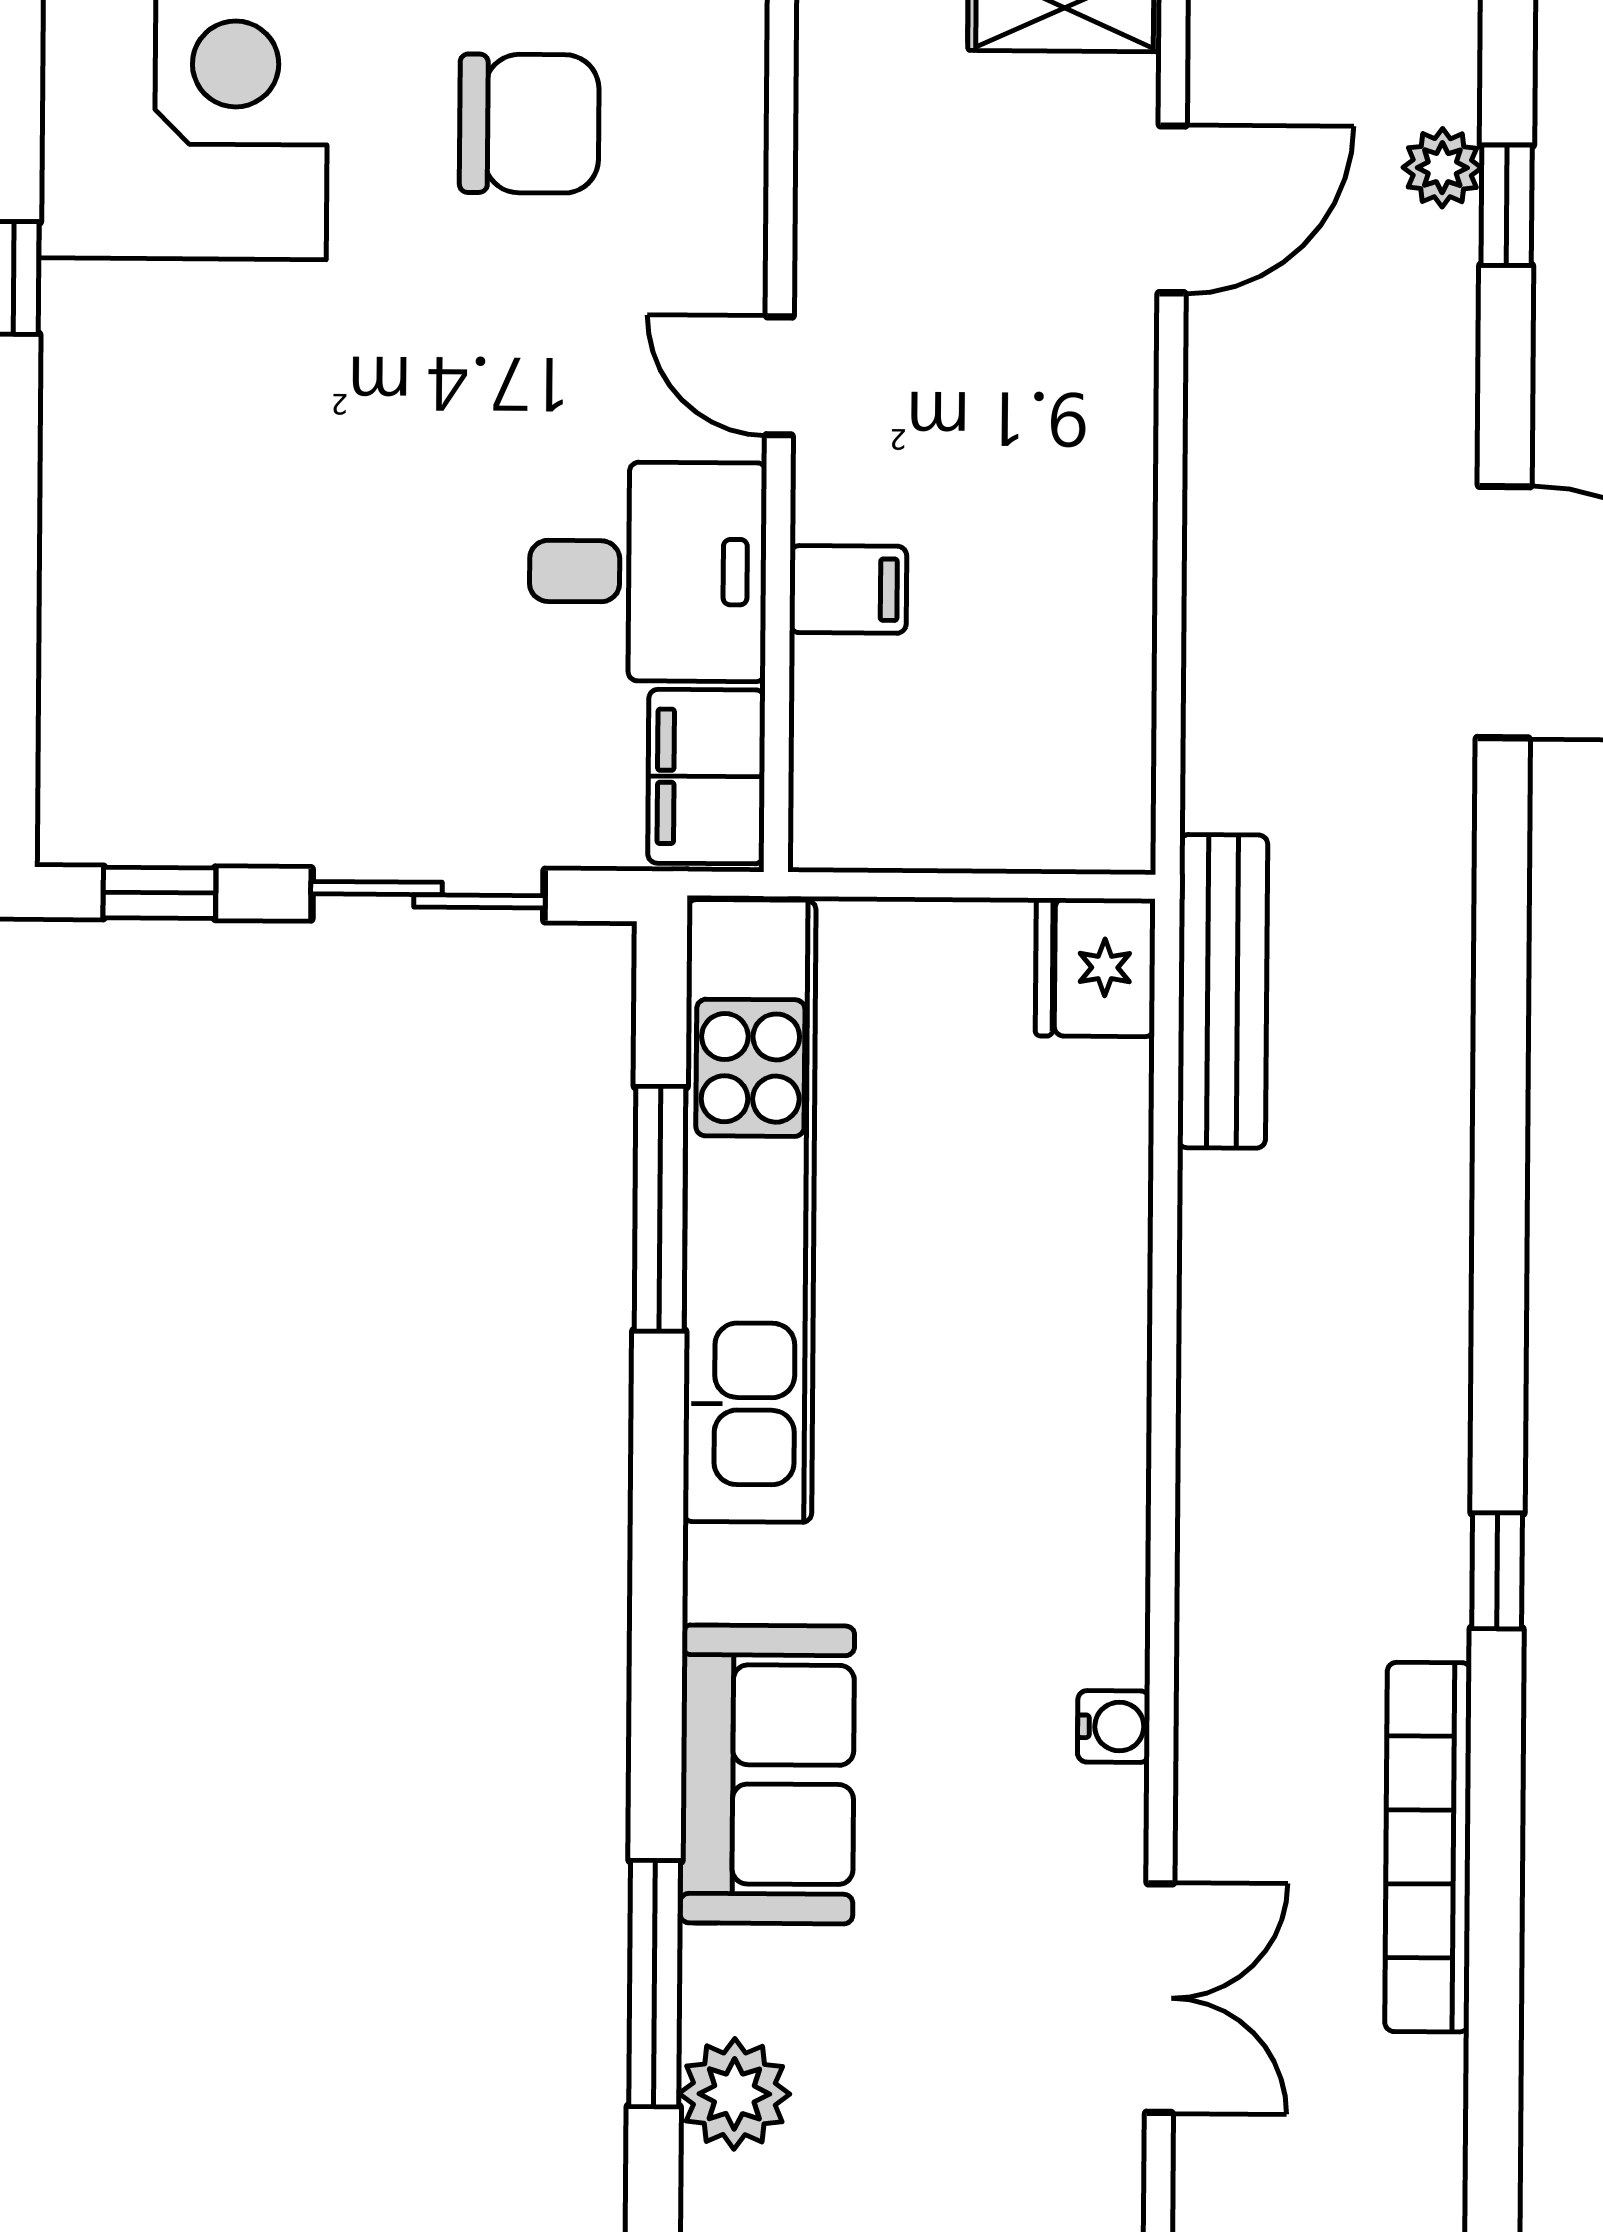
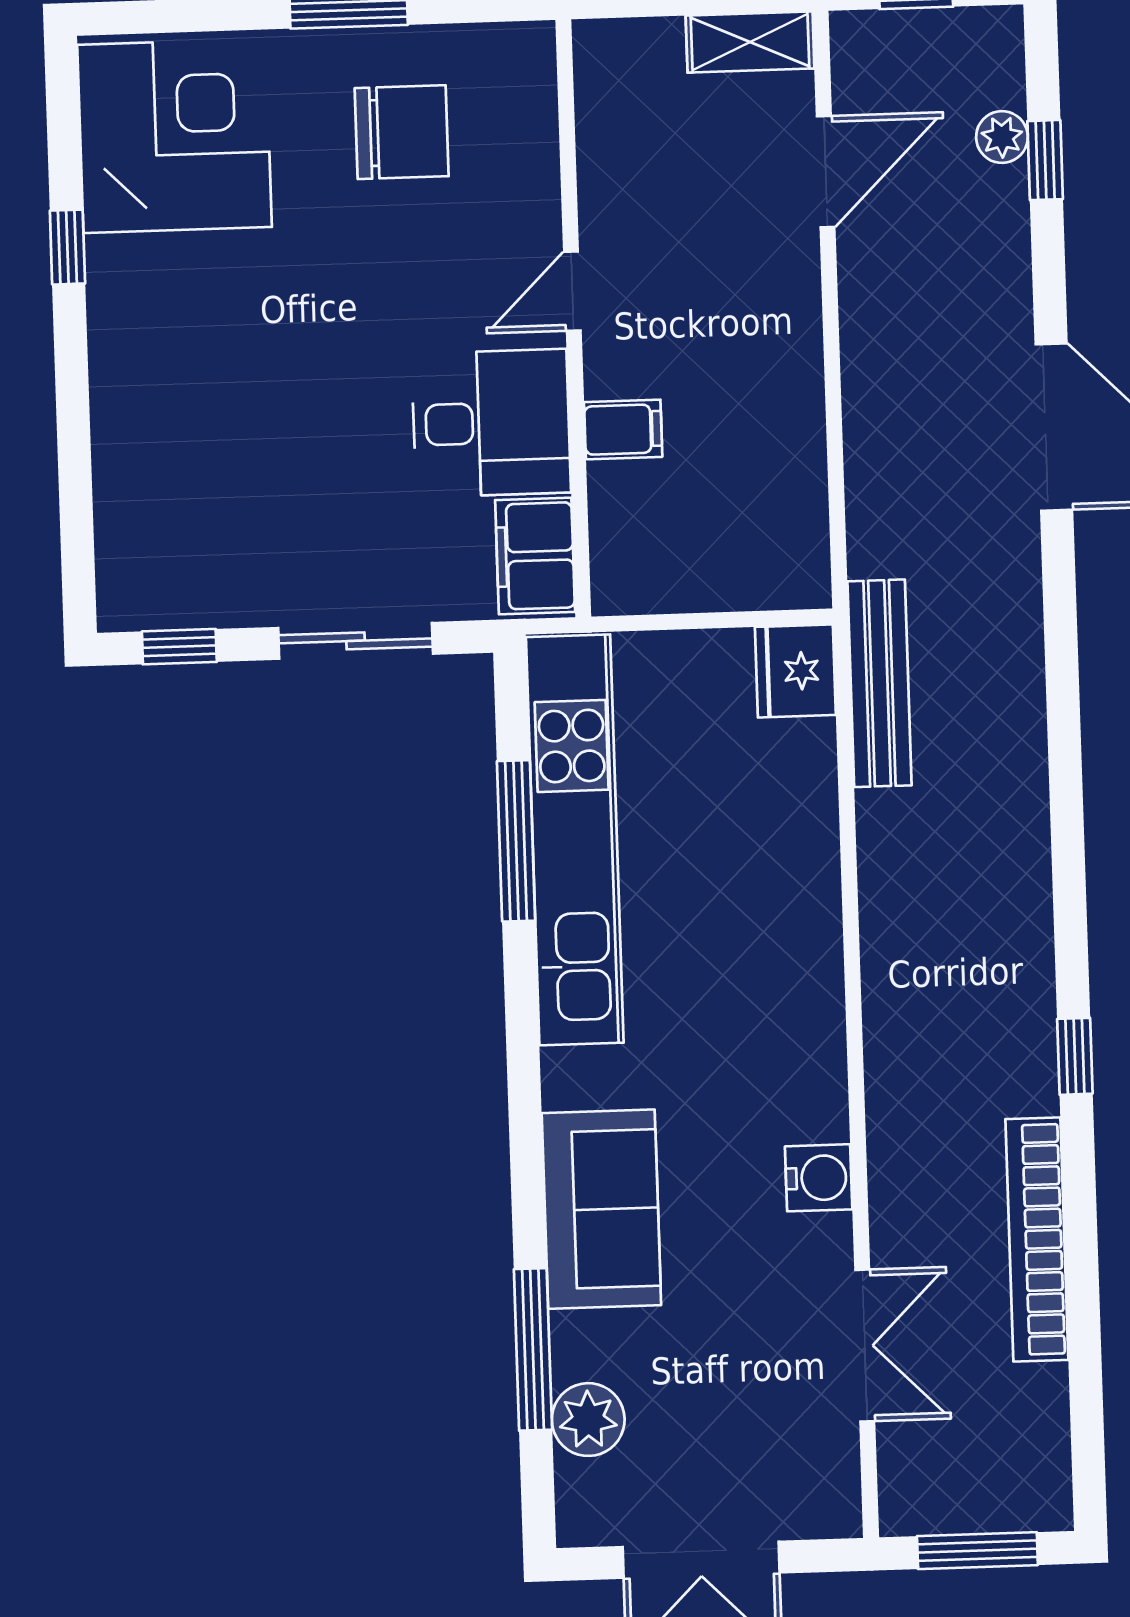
door: (779, 376) -> (572, 291), hinge flipped
water cooler: (1114, 1726) -> (819, 1178), width x1.38, depth x1.38

